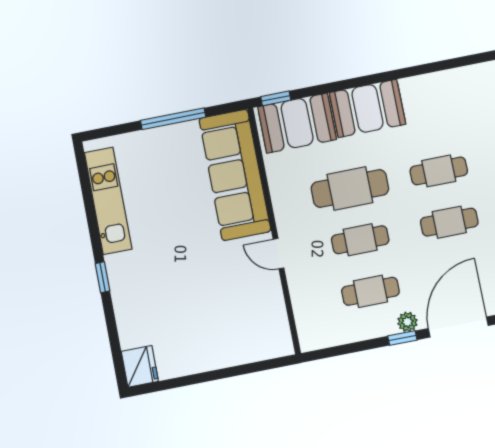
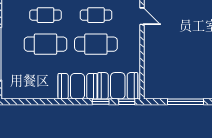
window: (321, 89) -> (101, 102), added
cafe table: (439, 171) -> (46, 44), width x1.37, depth x1.35
sofa: (235, 175) -> (157, 64), removed

